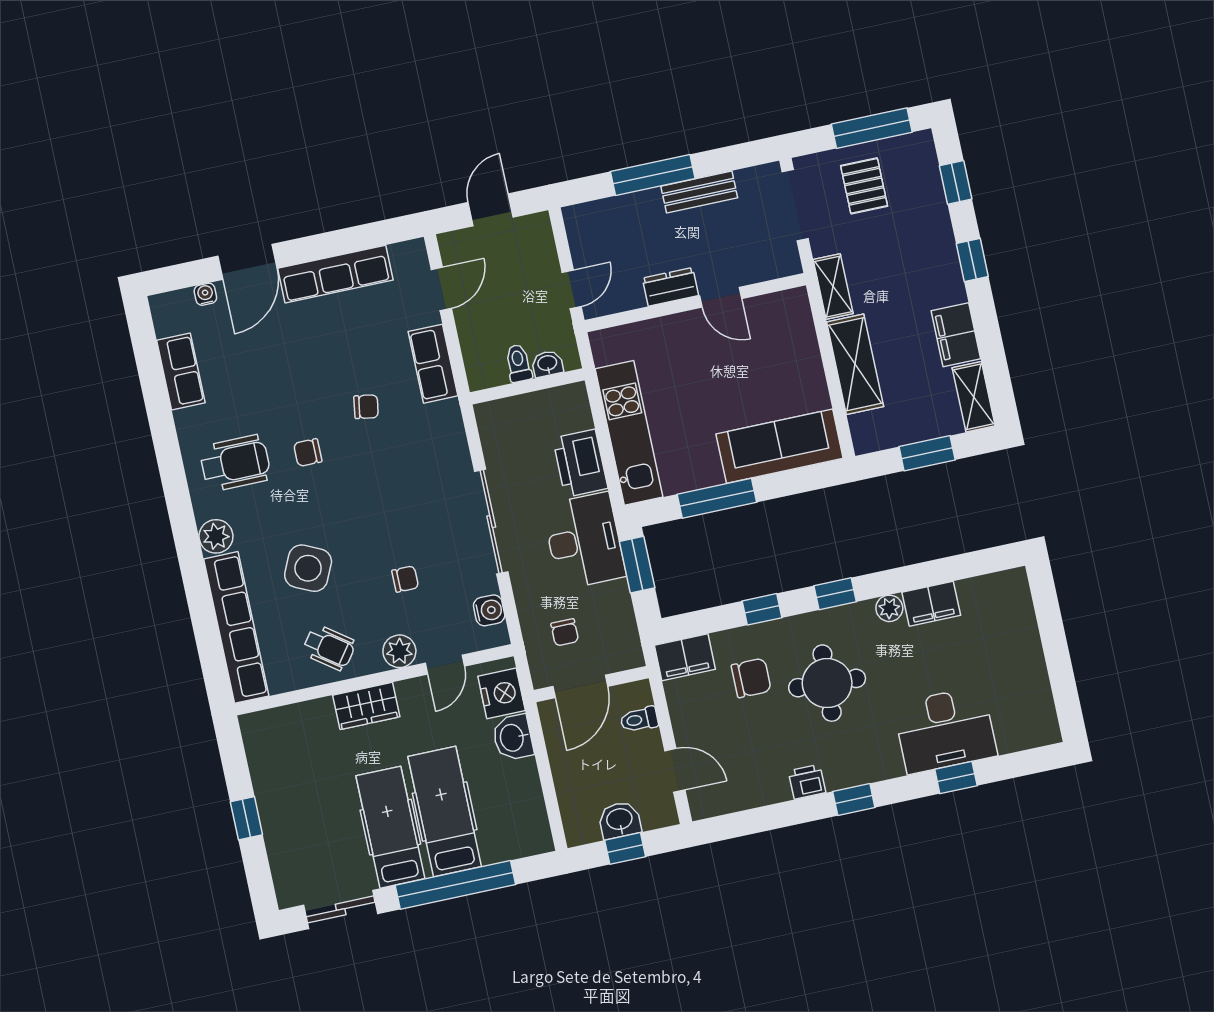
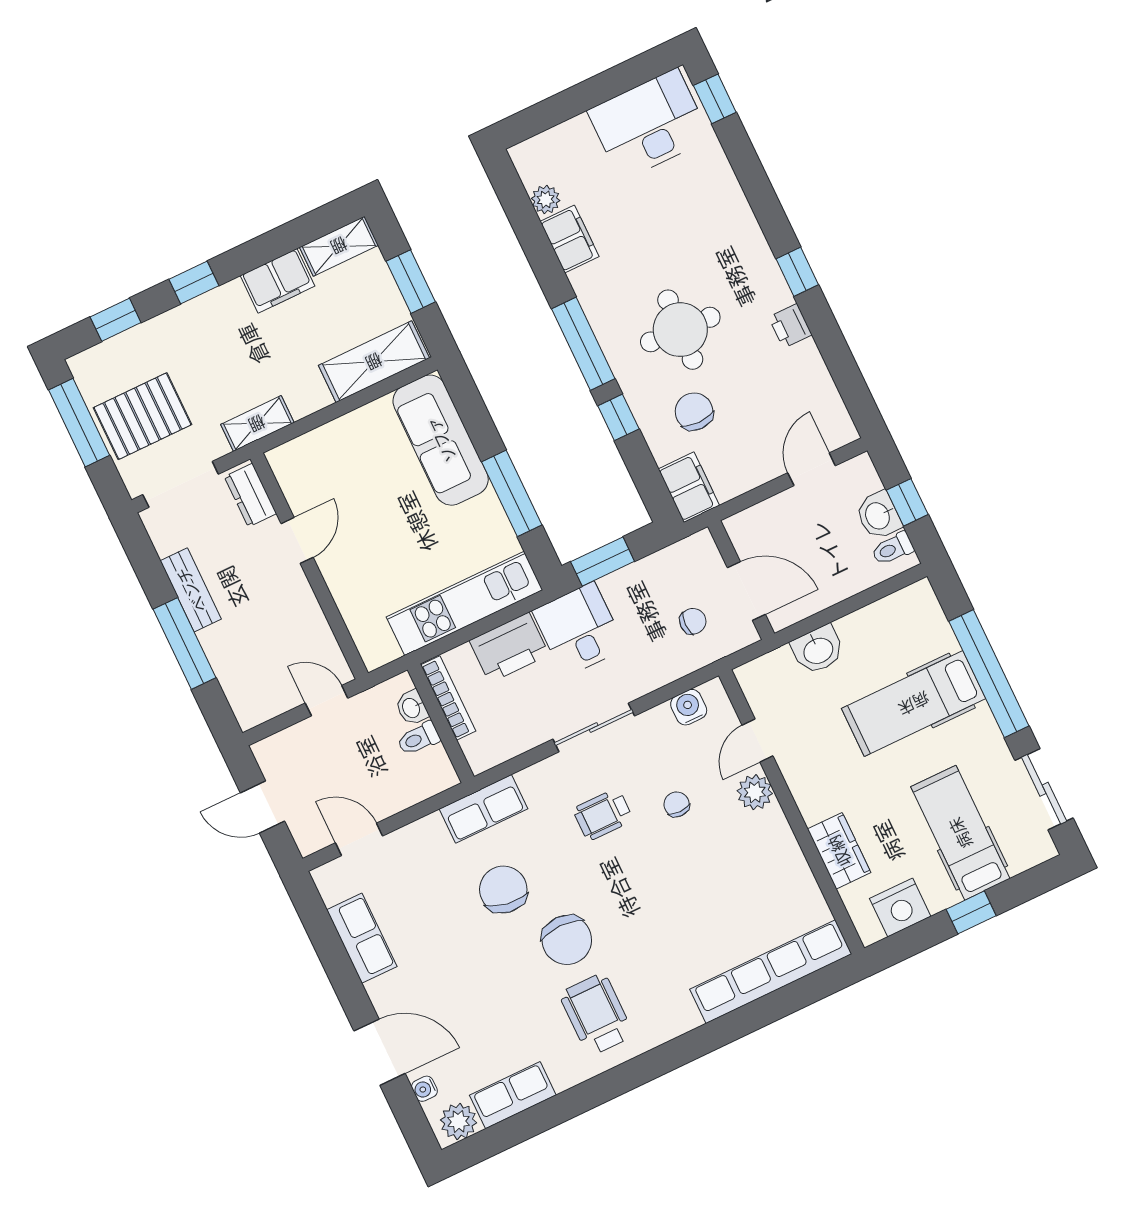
pallet: (864, 186) -> (142, 416), width x1.50, depth x1.42
row of seats: (335, 274) -> (362, 938), width x0.68
dresser: (670, 287) -> (250, 495), moved
row of seats: (433, 364) -> (483, 809), moved
shelving: (855, 364) -> (374, 362), moved
bookcase: (548, 398) -> (448, 698), added
chair: (366, 407) -> (503, 890), width x1.87, depth x1.87
chair: (308, 453) -> (567, 940), width x1.87, depth x1.87
sliding door: (491, 521) -> (594, 728), width x0.73
plant: (216, 536) -> (459, 1121), moved
desk: (584, 541) -> (579, 629), width x0.73
side table: (308, 568) -> (690, 910), removed
window: (835, 594) -> (583, 344), width x2.17
plant: (889, 608) -> (546, 200), moved
wheelchair: (329, 648) -> (603, 815), moved, turned -126
door: (445, 665) -> (758, 740), swing flipped
nightstand: (502, 693) -> (900, 907), moved, turned 180
wardrobe: (366, 706) -> (839, 851), moved
toilet: (639, 719) -> (893, 549), moved, turned 90
desk: (945, 730) -> (649, 124), moved, turned -90
window: (956, 778) -> (715, 99), moved
hospital bed: (390, 827) -> (960, 833), moved, turned 90

